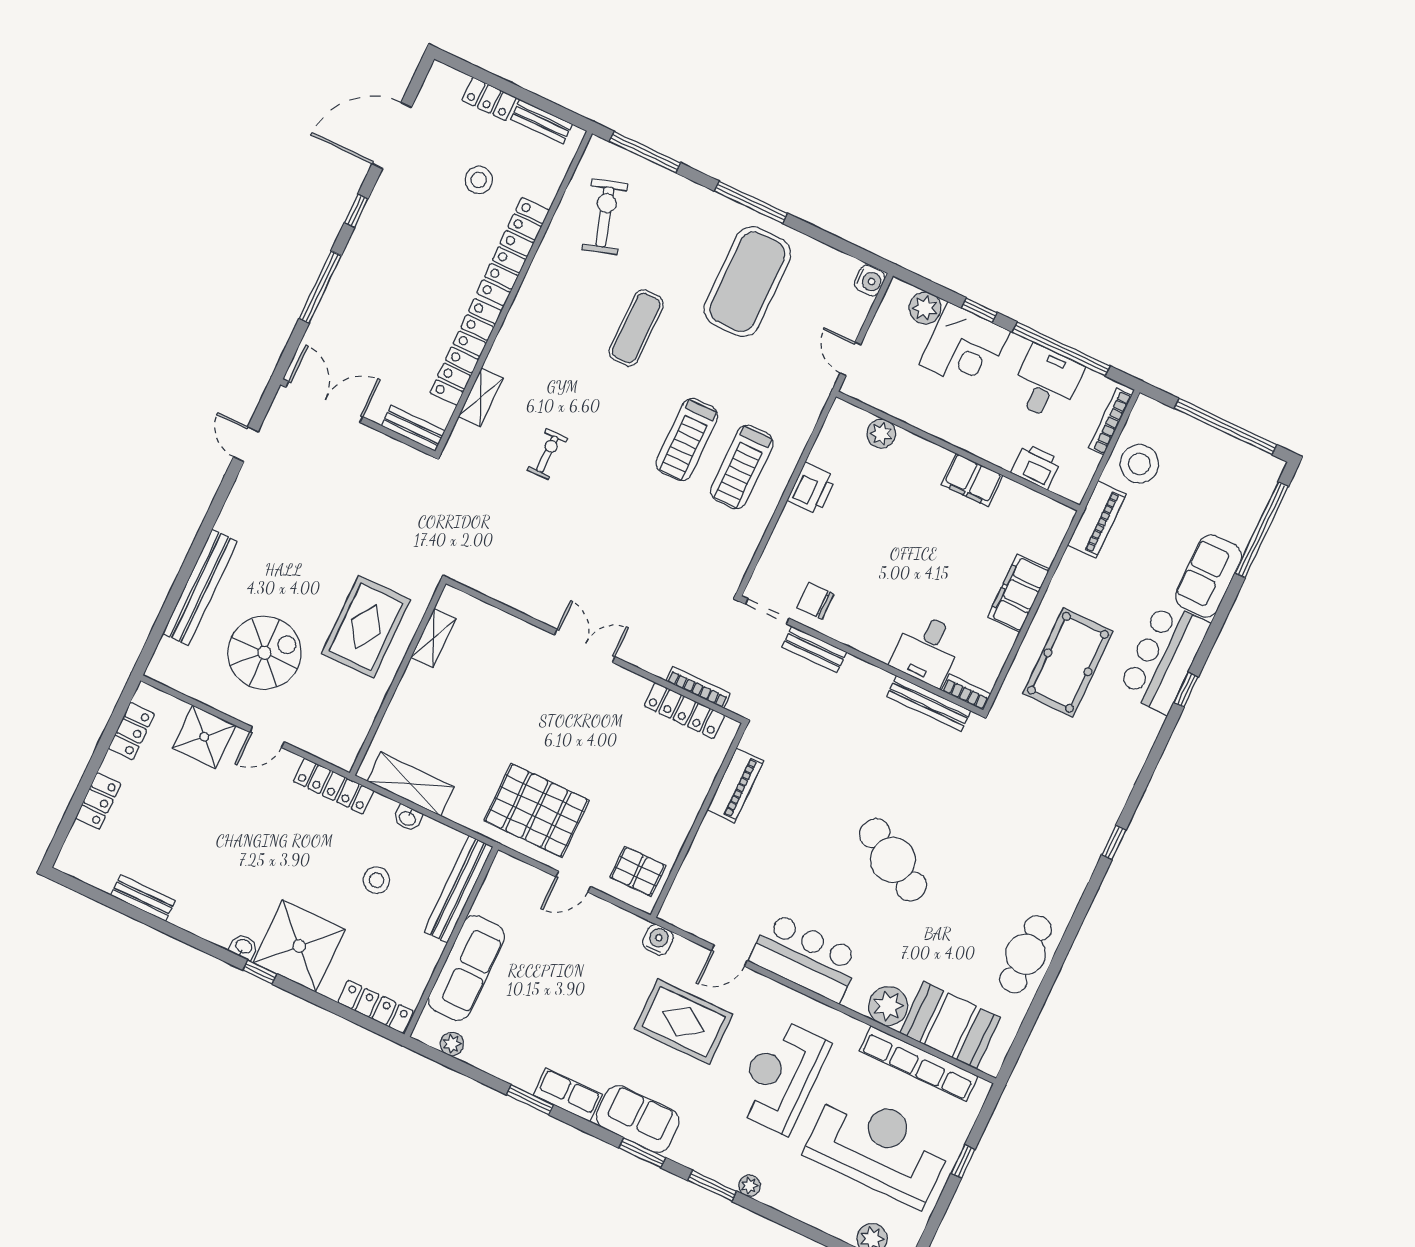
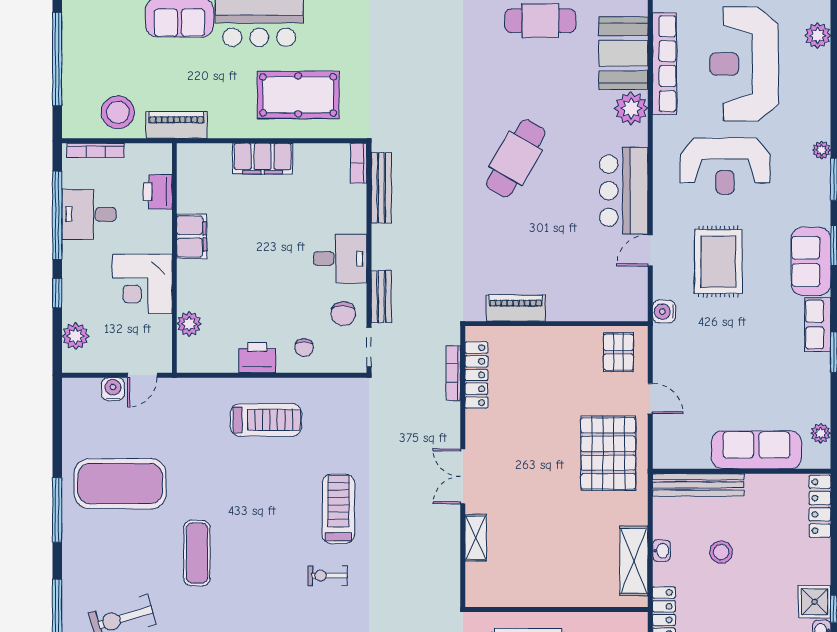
water cooler: (870, 281) -> (113, 389), moved
exercise mat: (636, 328) -> (197, 553), turned 90
corner desk: (965, 348) -> (142, 284), moved, turned 180
treadmill: (687, 440) -> (338, 509), moved, turned -90
chair: (799, 543) -> (304, 348), added
shelving: (433, 638) -> (476, 538), moved, turned 90
desk: (927, 650) -> (340, 259), moved
shower: (299, 946) -> (815, 602), width x0.54, depth x0.54
door: (729, 956) -> (650, 250), swing flipped

